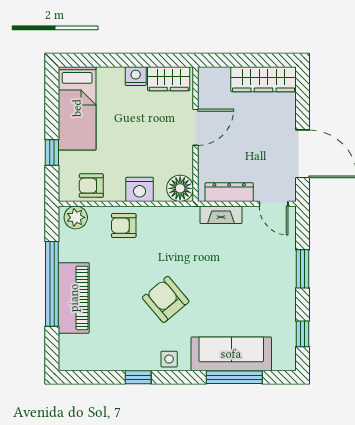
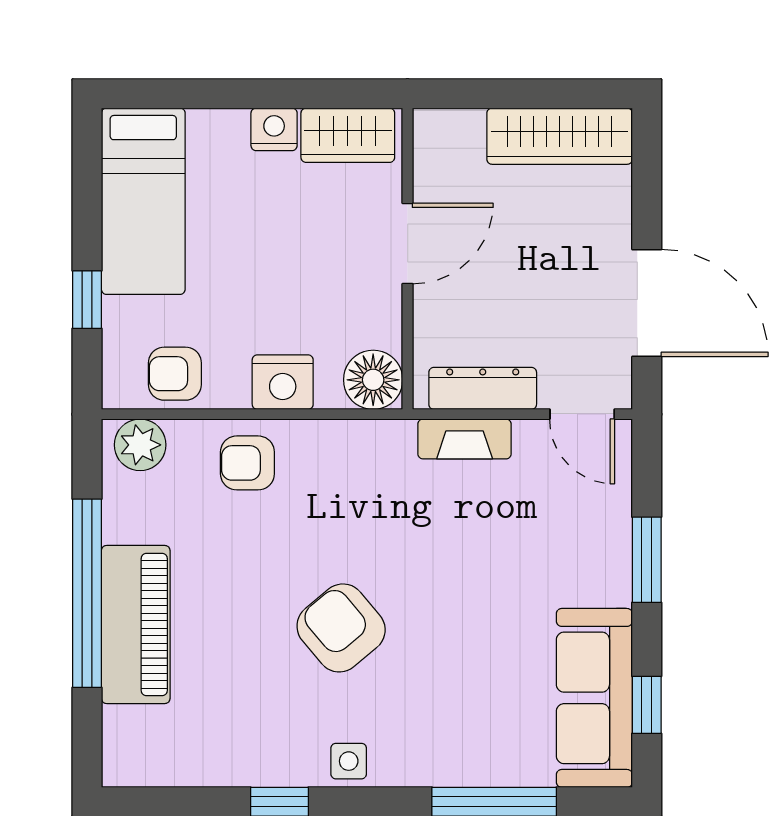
sofa: (231, 354) -> (594, 698), moved, turned -90

